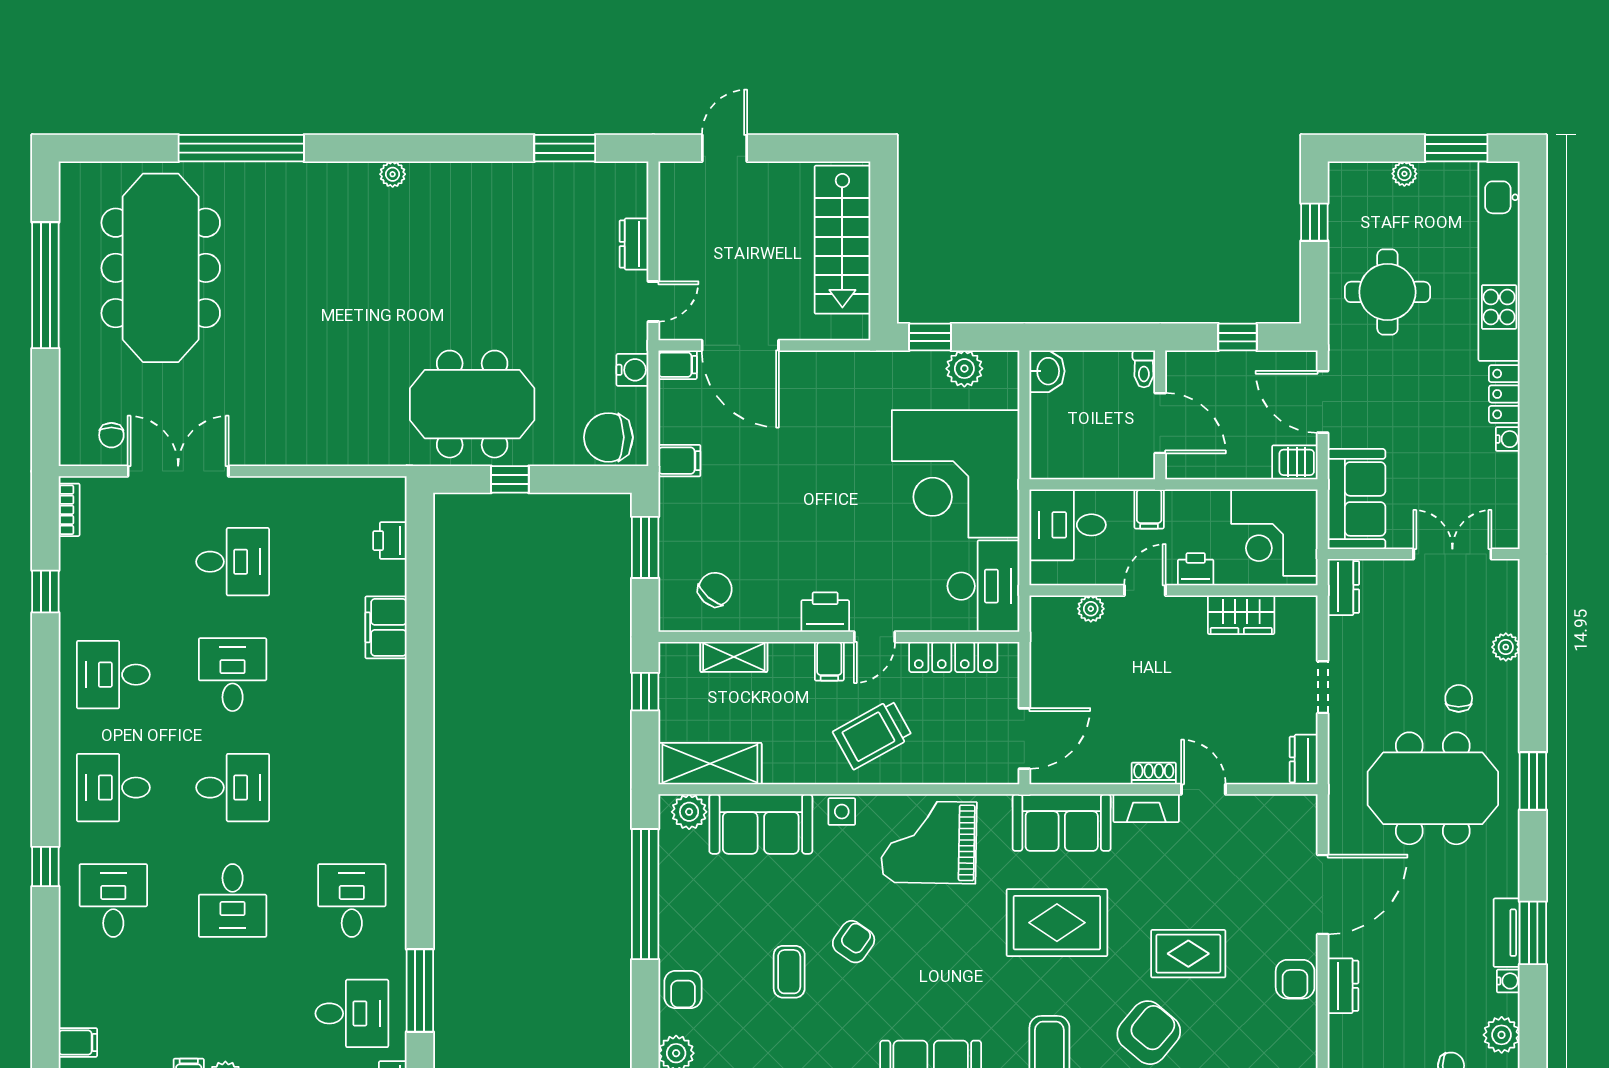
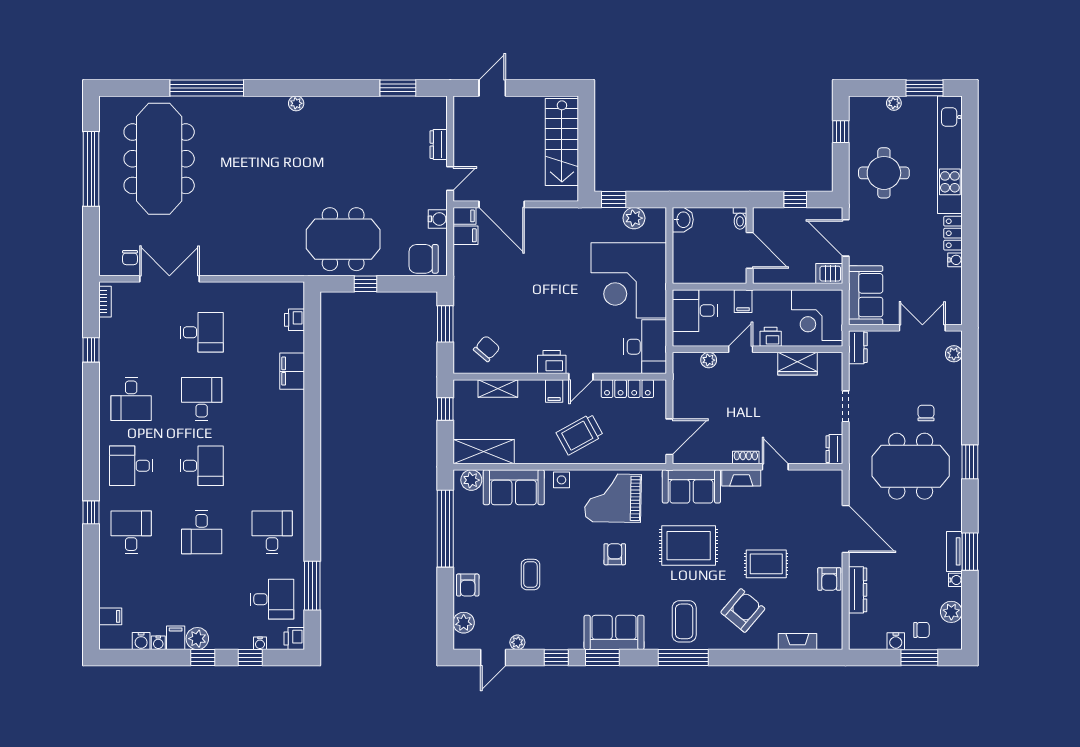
filing cabinet: (679, 461) -> (466, 235), moved
plant: (1506, 647) -> (954, 354), moved
desk: (113, 675) -> (131, 399), turned -90
door: (1323, 895) -> (846, 529), hinge flipped
armchair: (854, 942) -> (615, 554), moved, turned -35
dresser: (1343, 986) -> (858, 590), width x1.44

